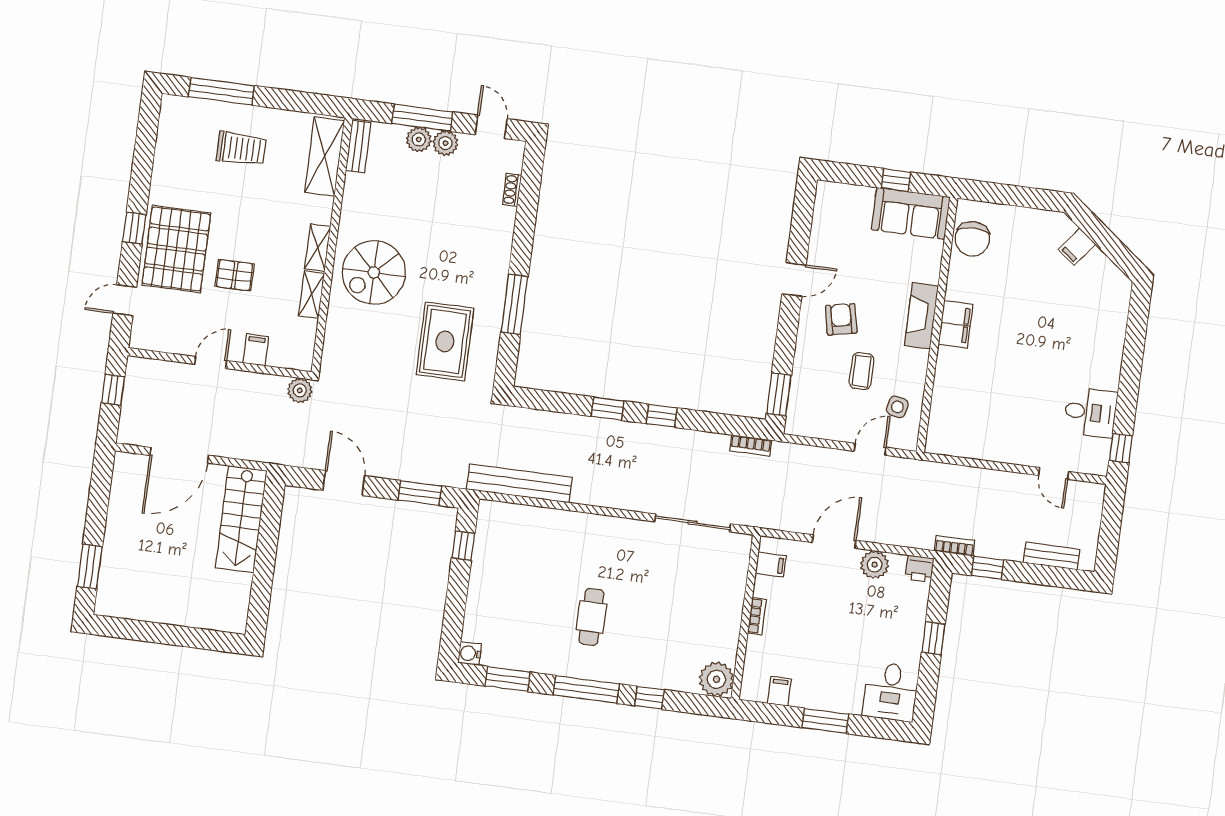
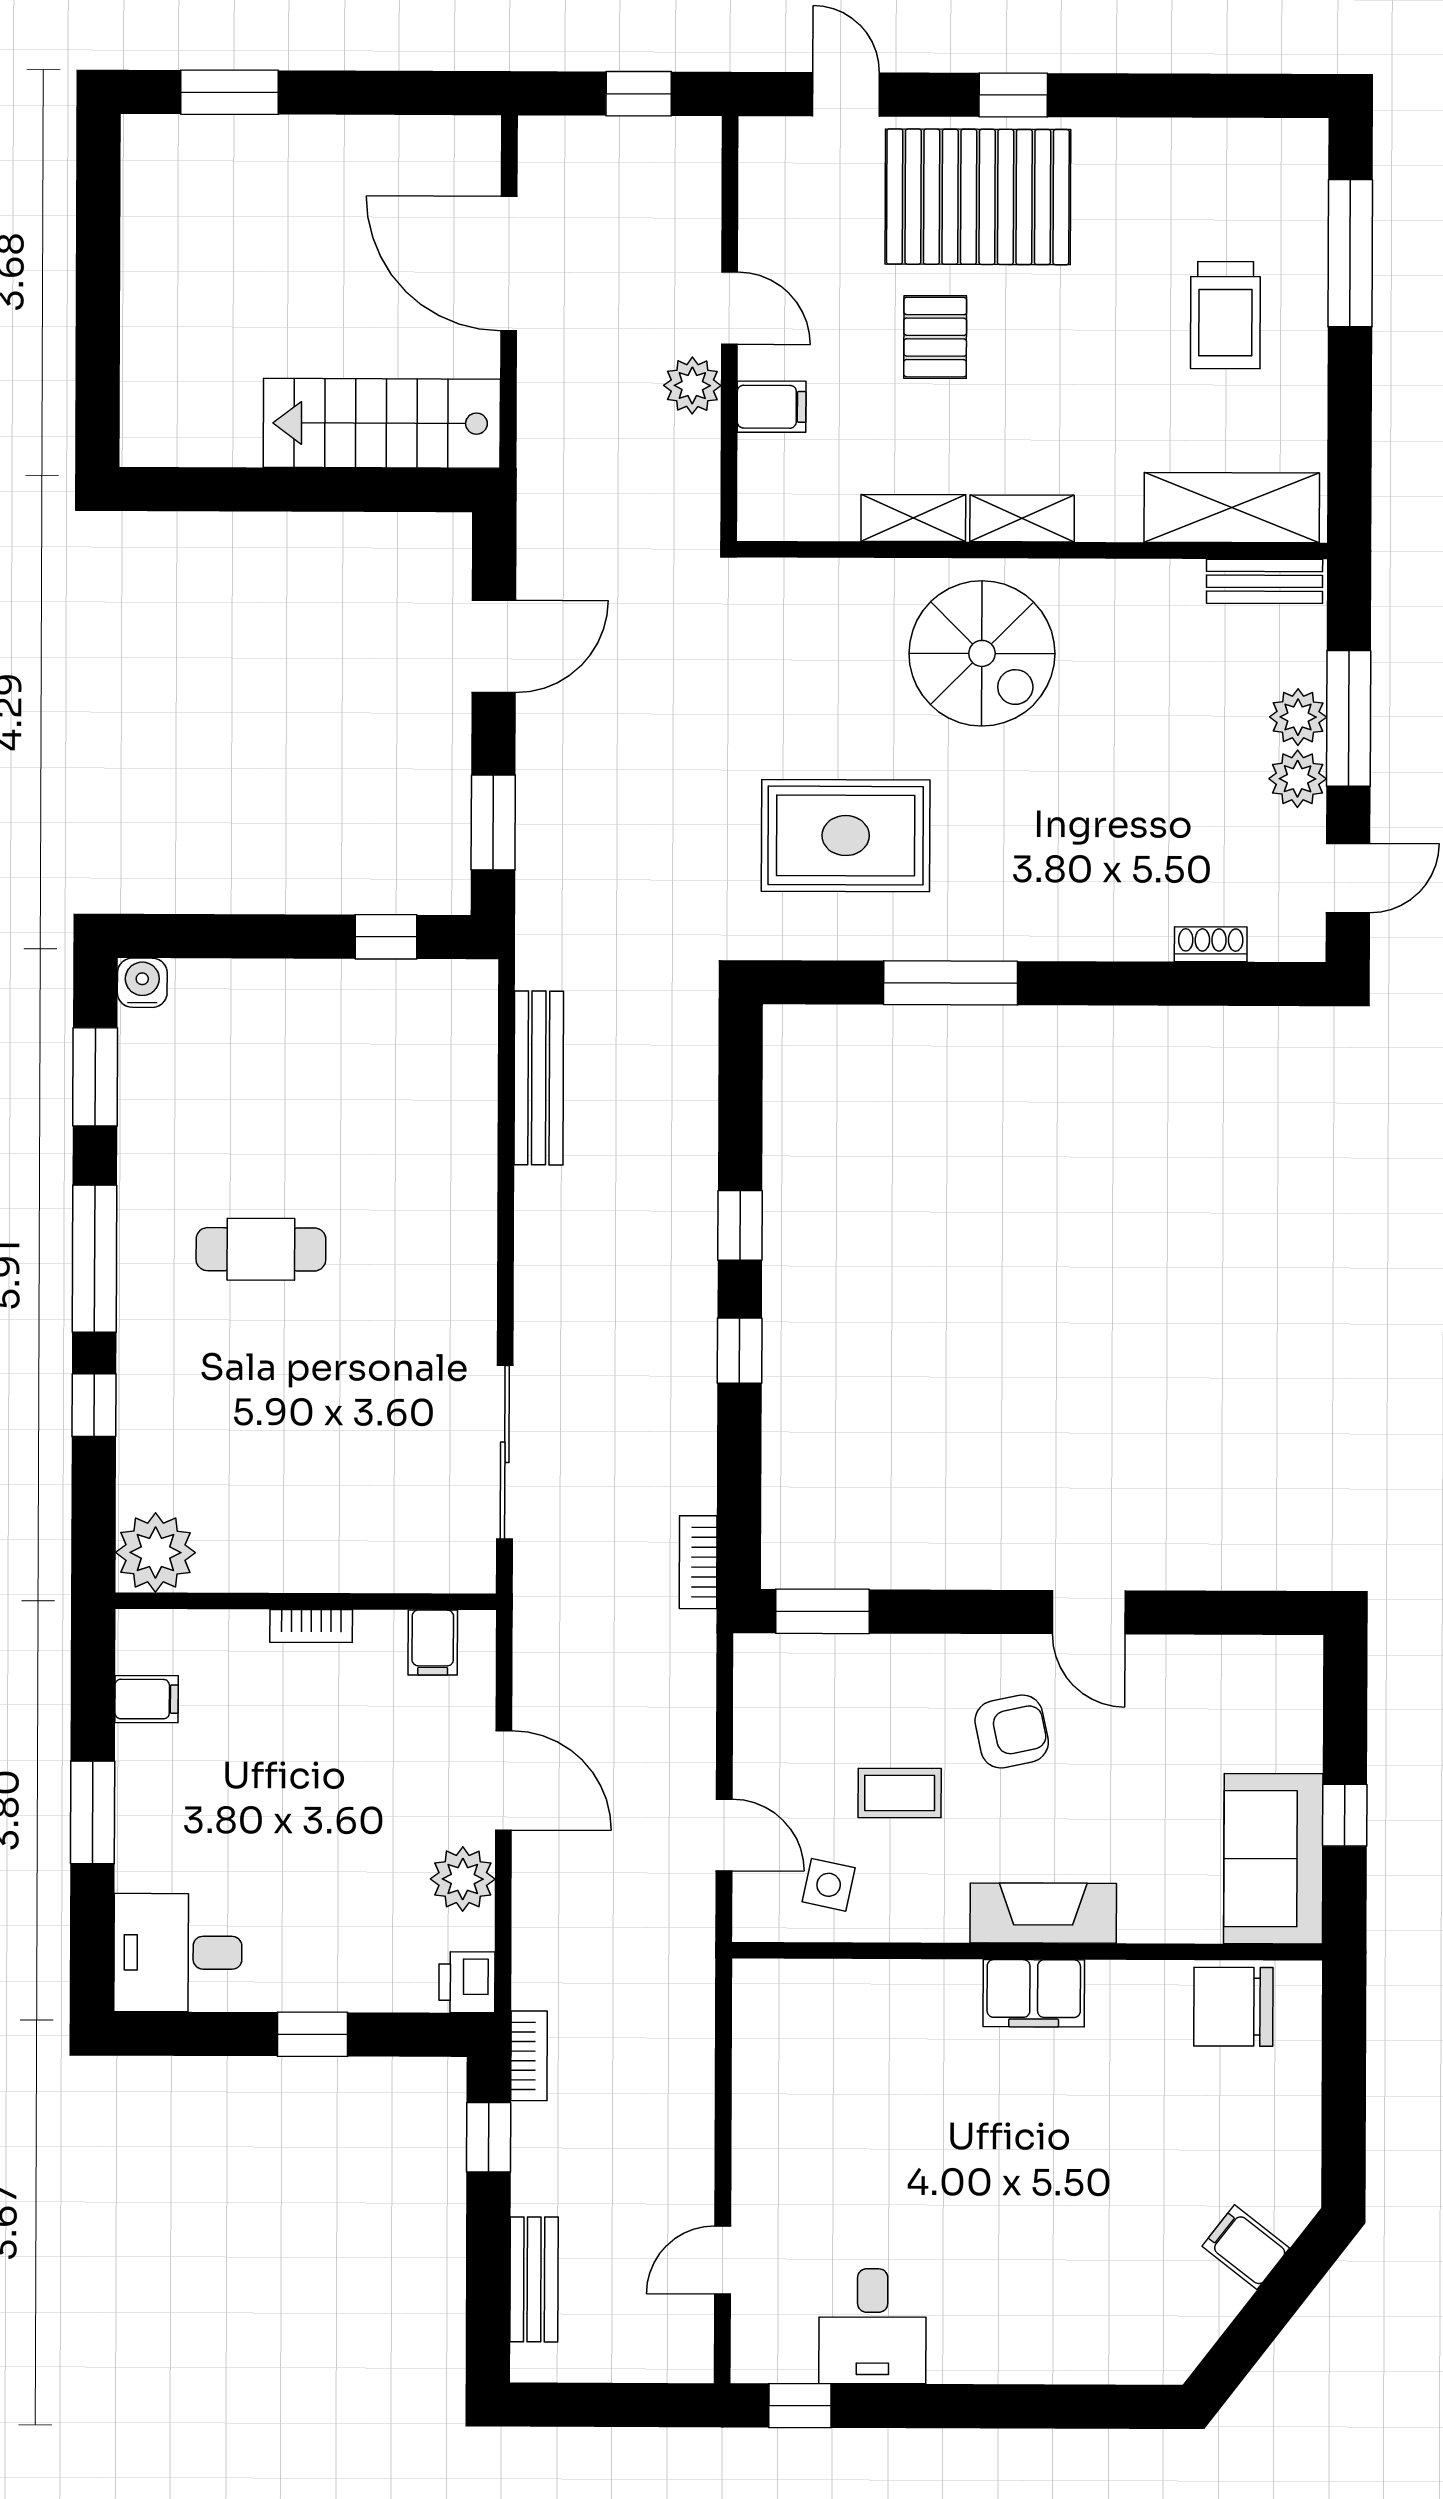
spiral stairs: (374, 272) -> (982, 653), turned 180
plant: (300, 390) -> (692, 386), moved
bench: (519, 483) -> (539, 1078), width x0.73, depth x0.82

